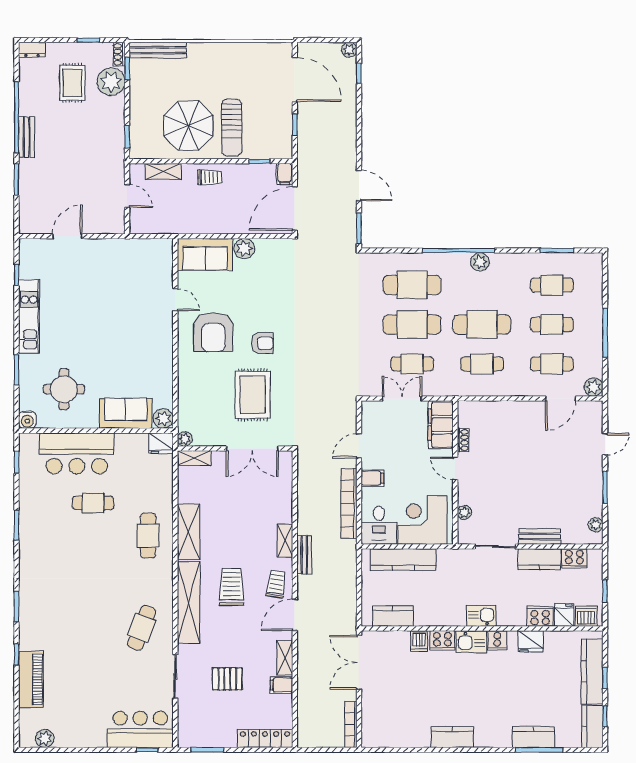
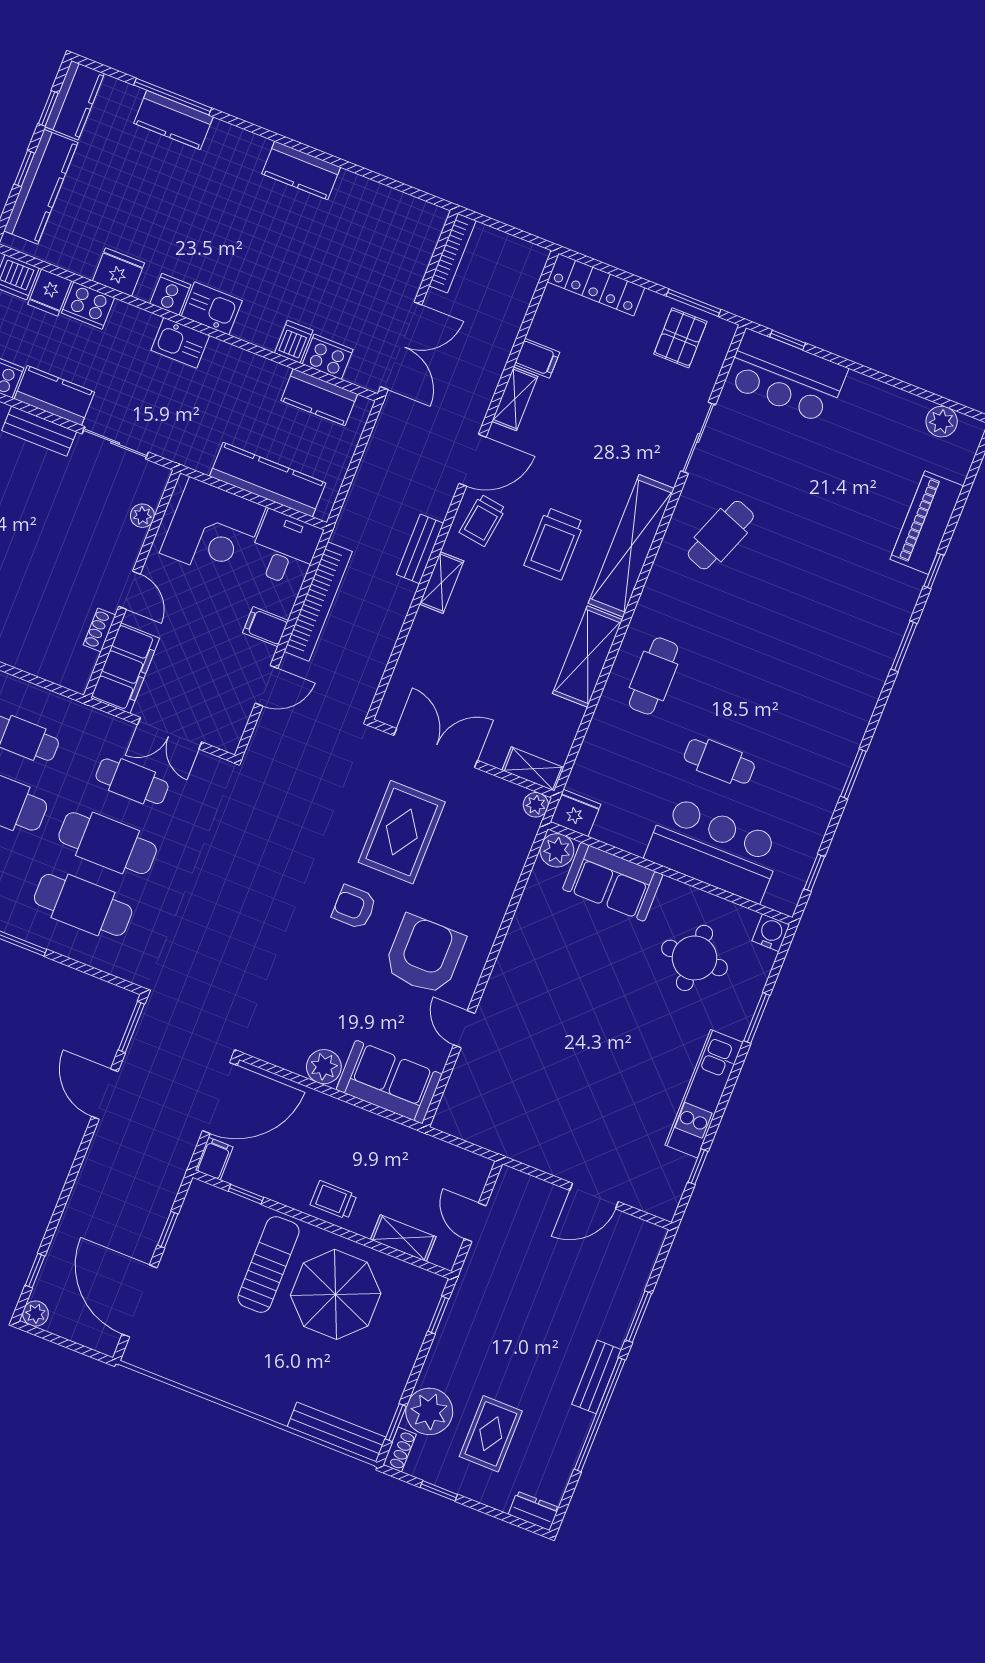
cooker: (442, 640) -> (328, 357), moved
pallet: (227, 679) -> (680, 338), moved, turned 90

